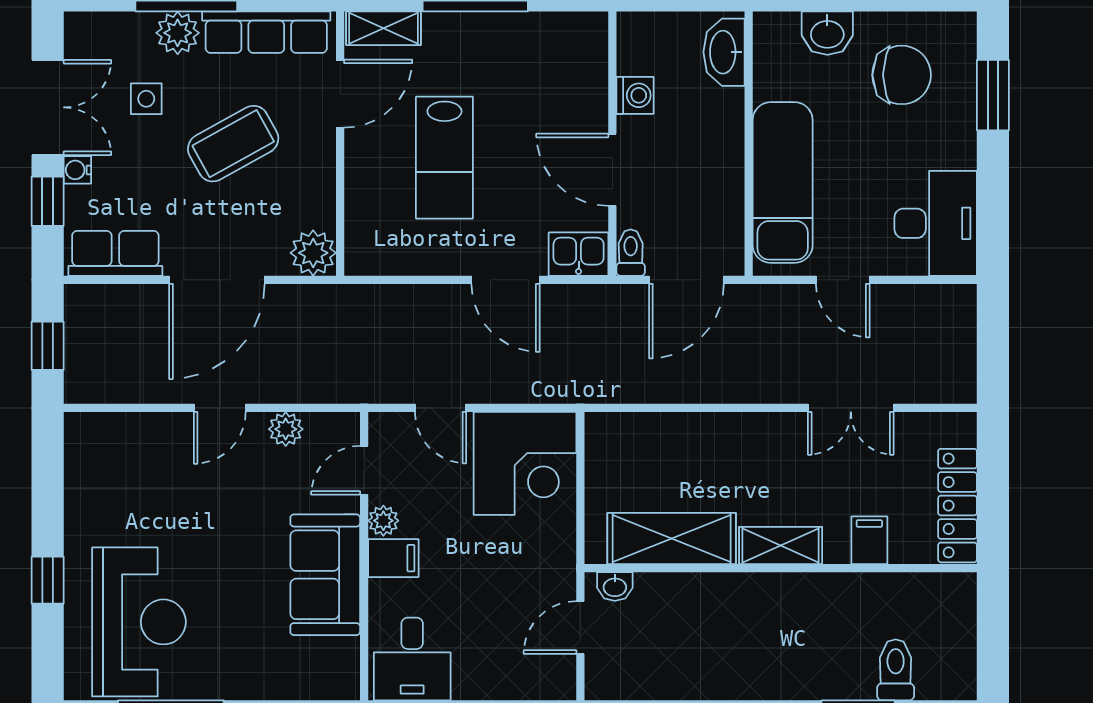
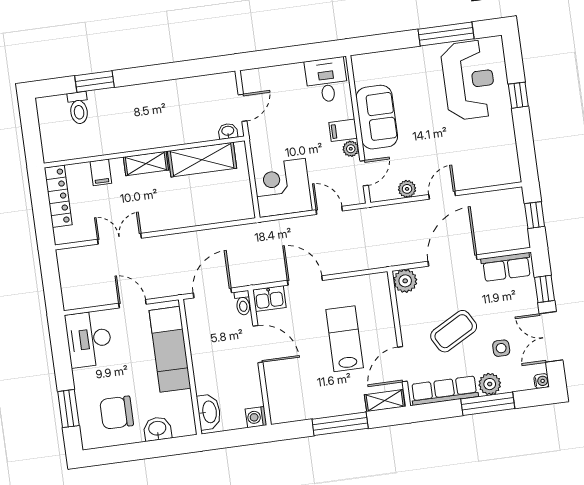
washing machine: (635, 95) -> (256, 417), moved
water cooler: (77, 170) -> (541, 381), moved
reception desk: (139, 622) -> (469, 80), turned 180

